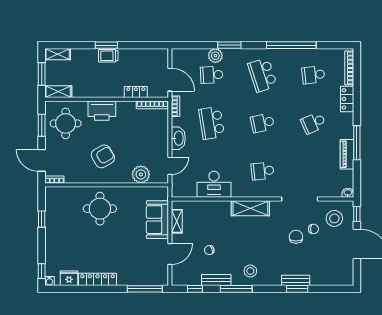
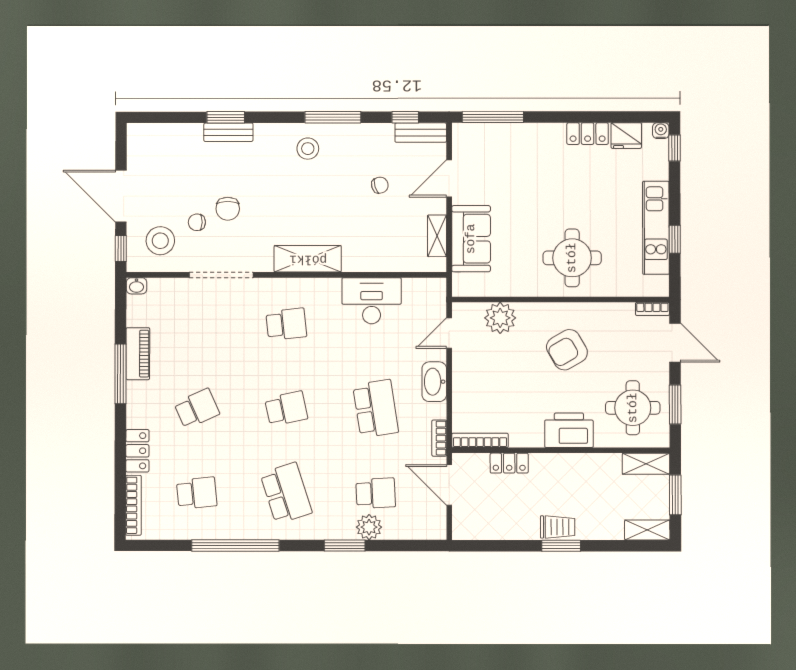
kitchen unit: (52, 226) -> (656, 228), added
locker: (98, 279) -> (588, 134), width x0.66
bench: (216, 280) -> (421, 133), moved

